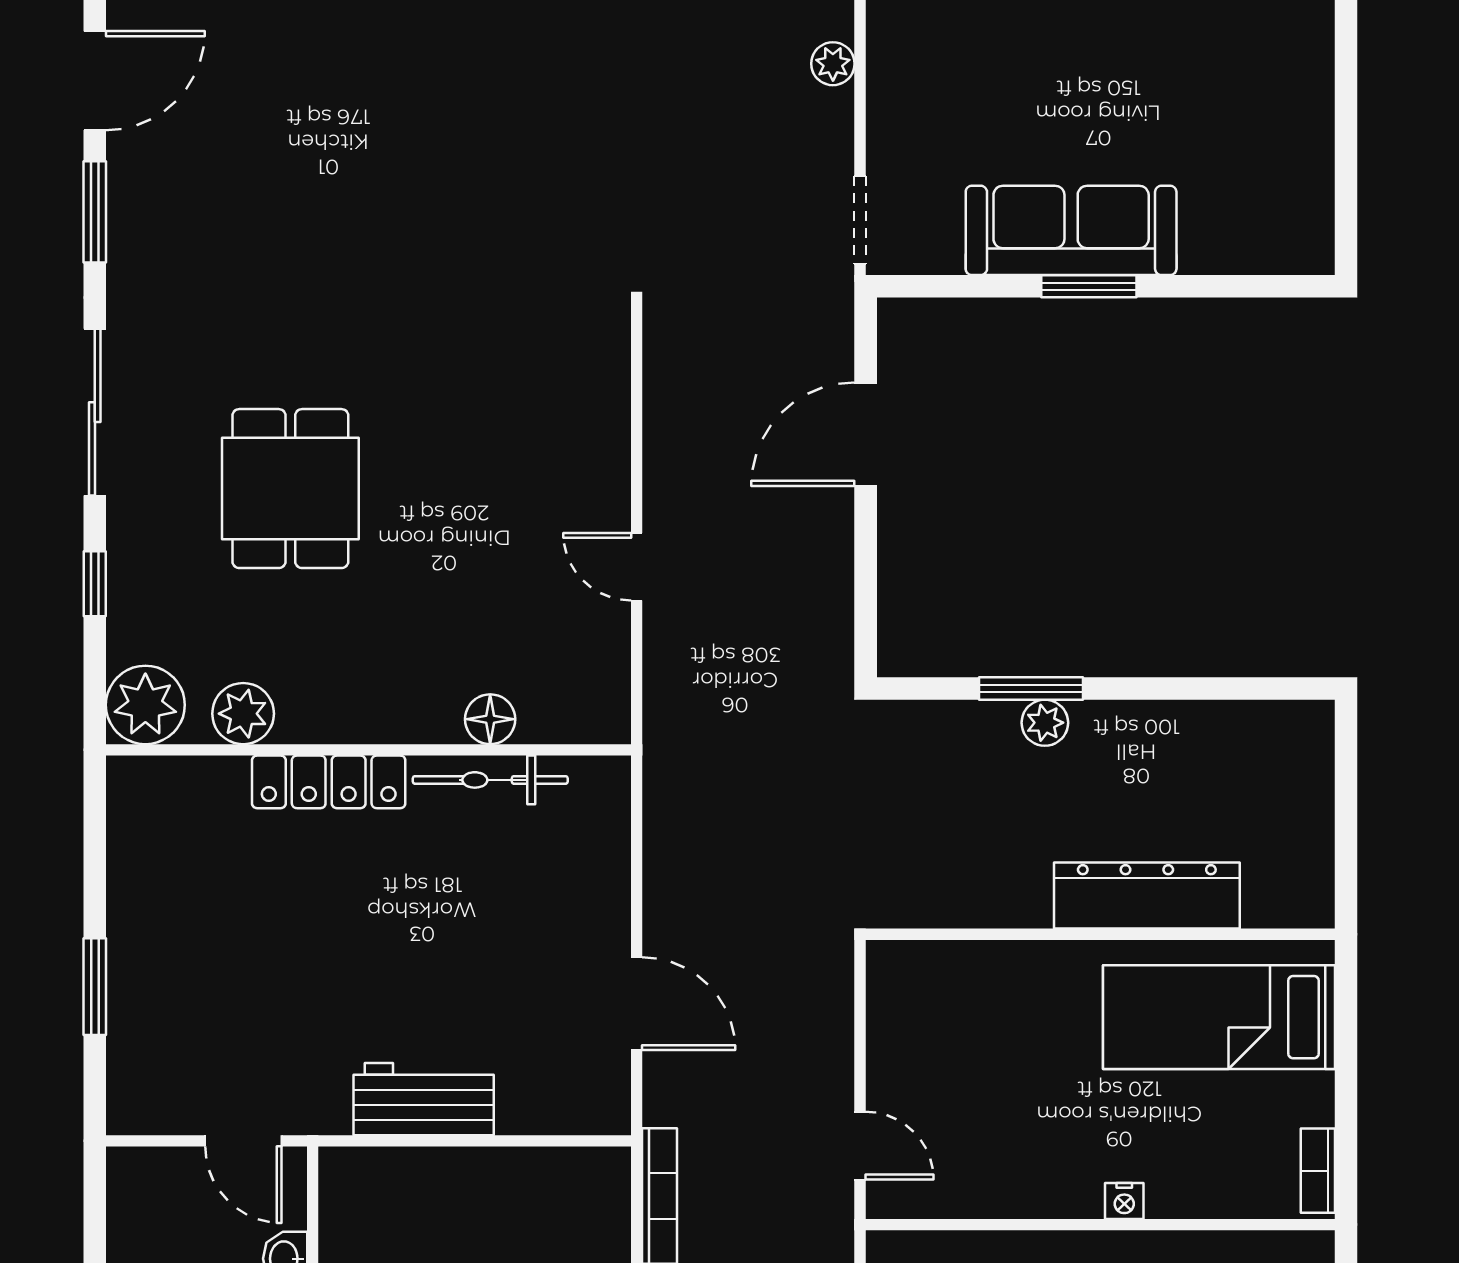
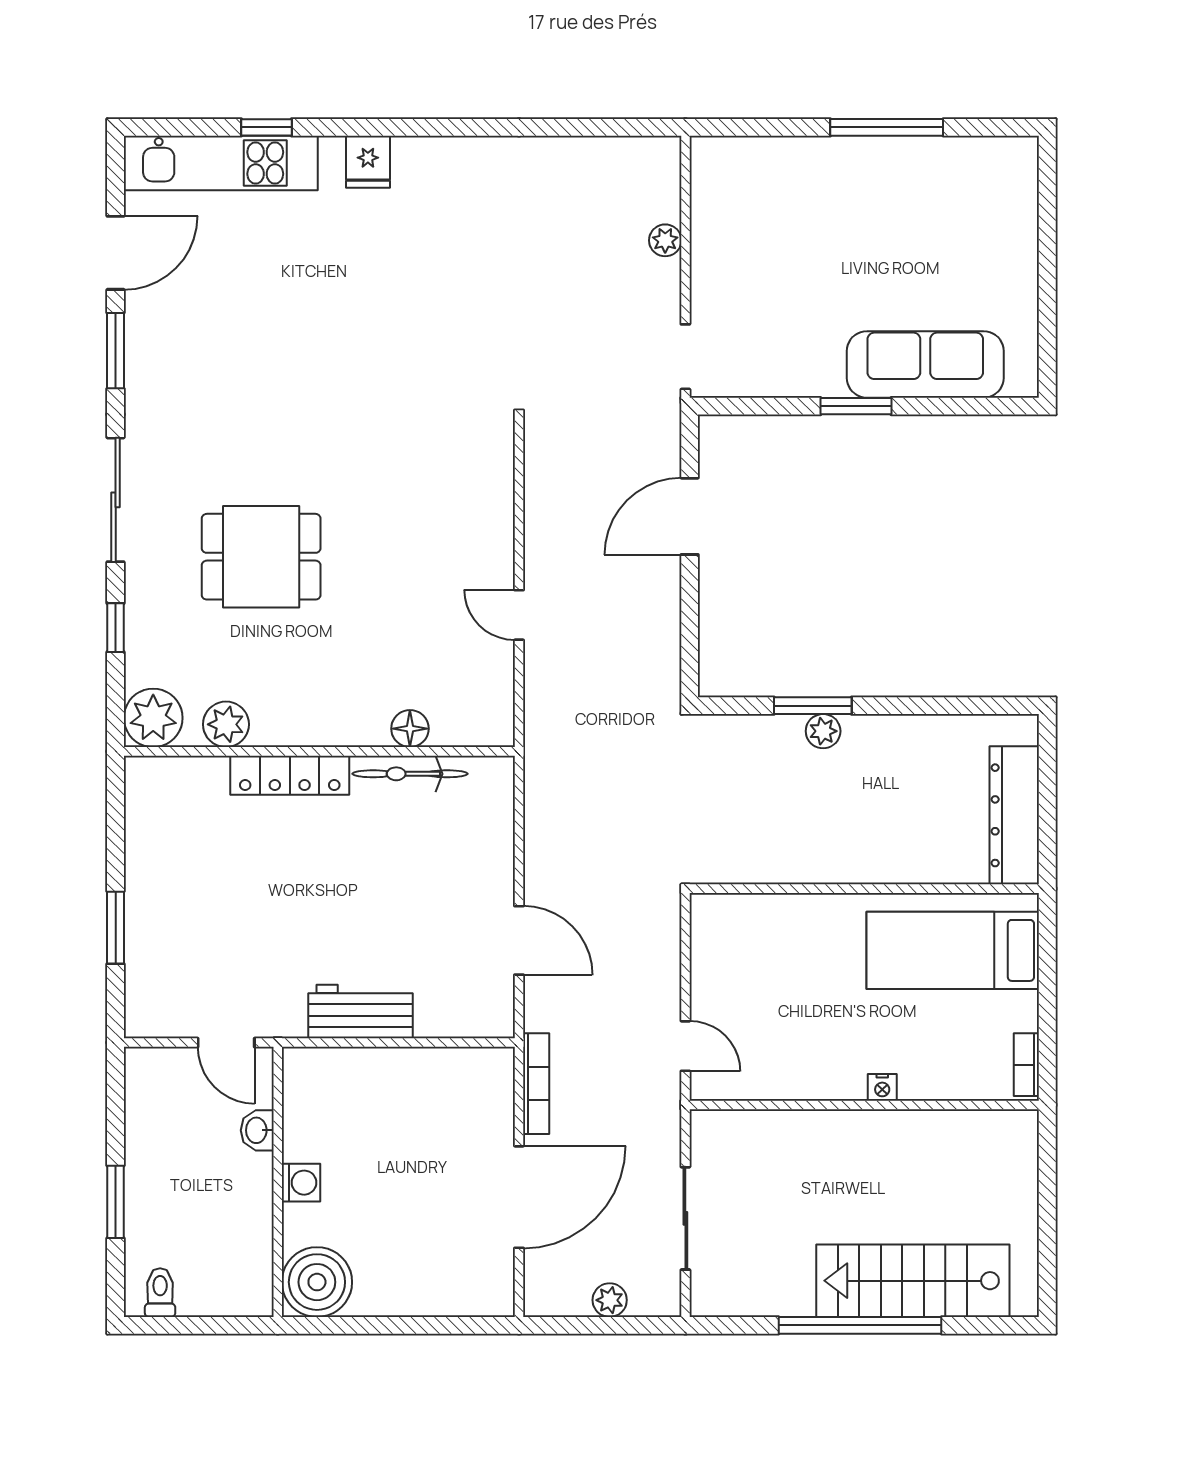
sofa: (1071, 230) -> (925, 364), moved
dining table: (290, 489) -> (261, 557), turned 90
dresser: (1147, 895) -> (1014, 815), moved, turned -90

